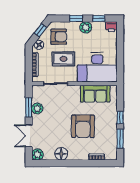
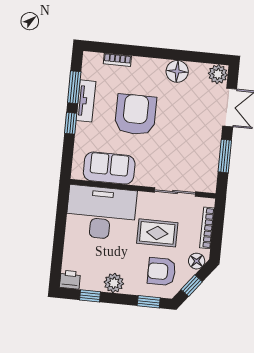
window: (76, 18) -> (149, 302), moved
plant: (37, 108) -> (210, 153), removed
tv unit: (112, 131) -> (86, 101), added

